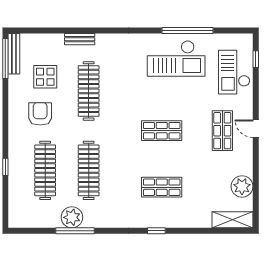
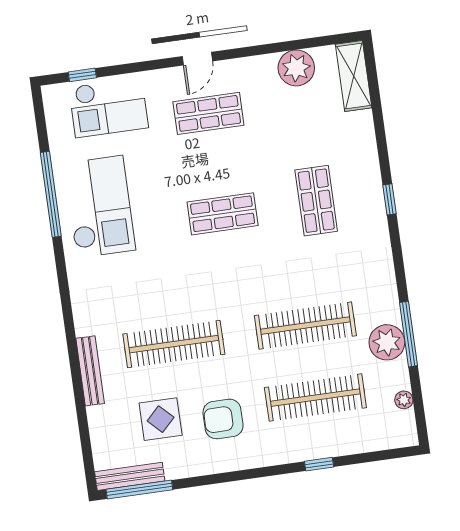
bench: (80, 39) -> (90, 371), width x1.36
shop shelf: (162, 131) -> (223, 214), turned 90
plant: (36, 223) -> (404, 400), added

